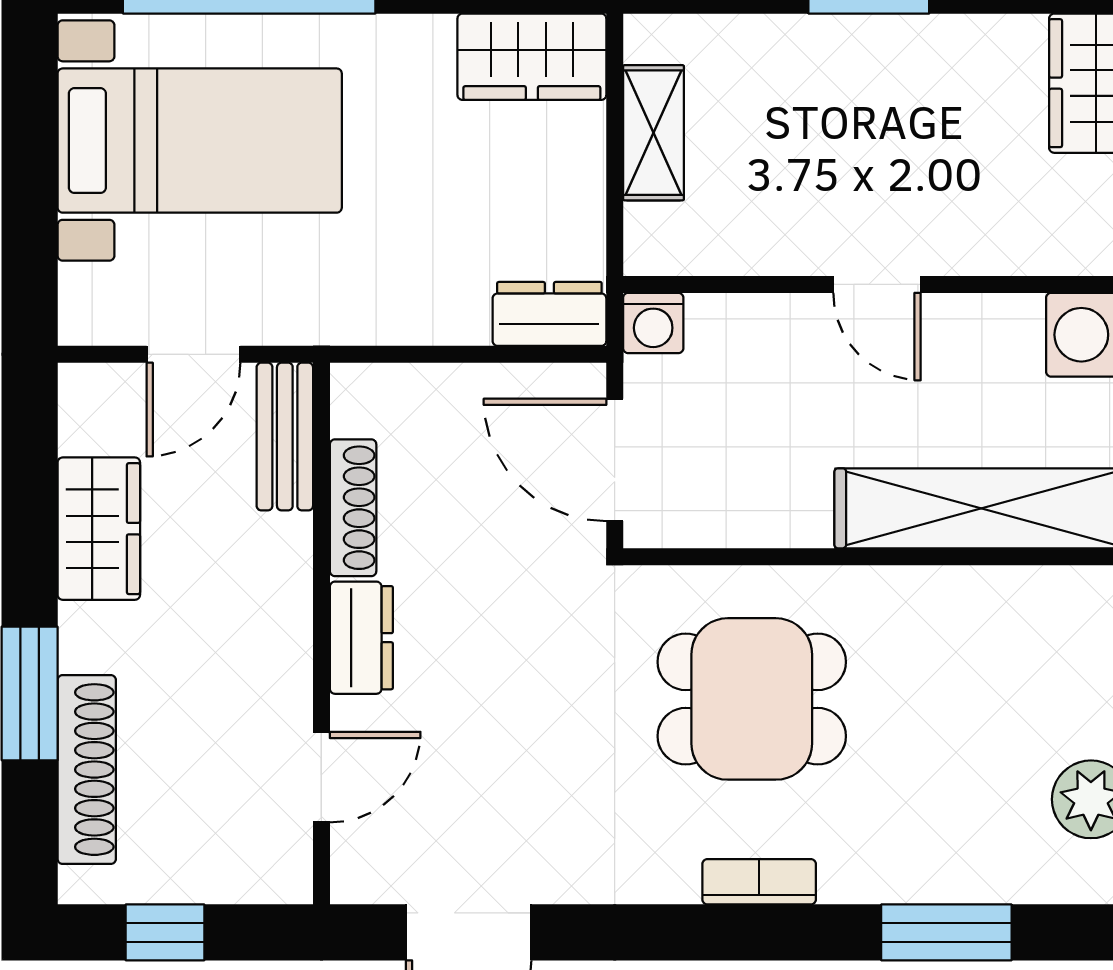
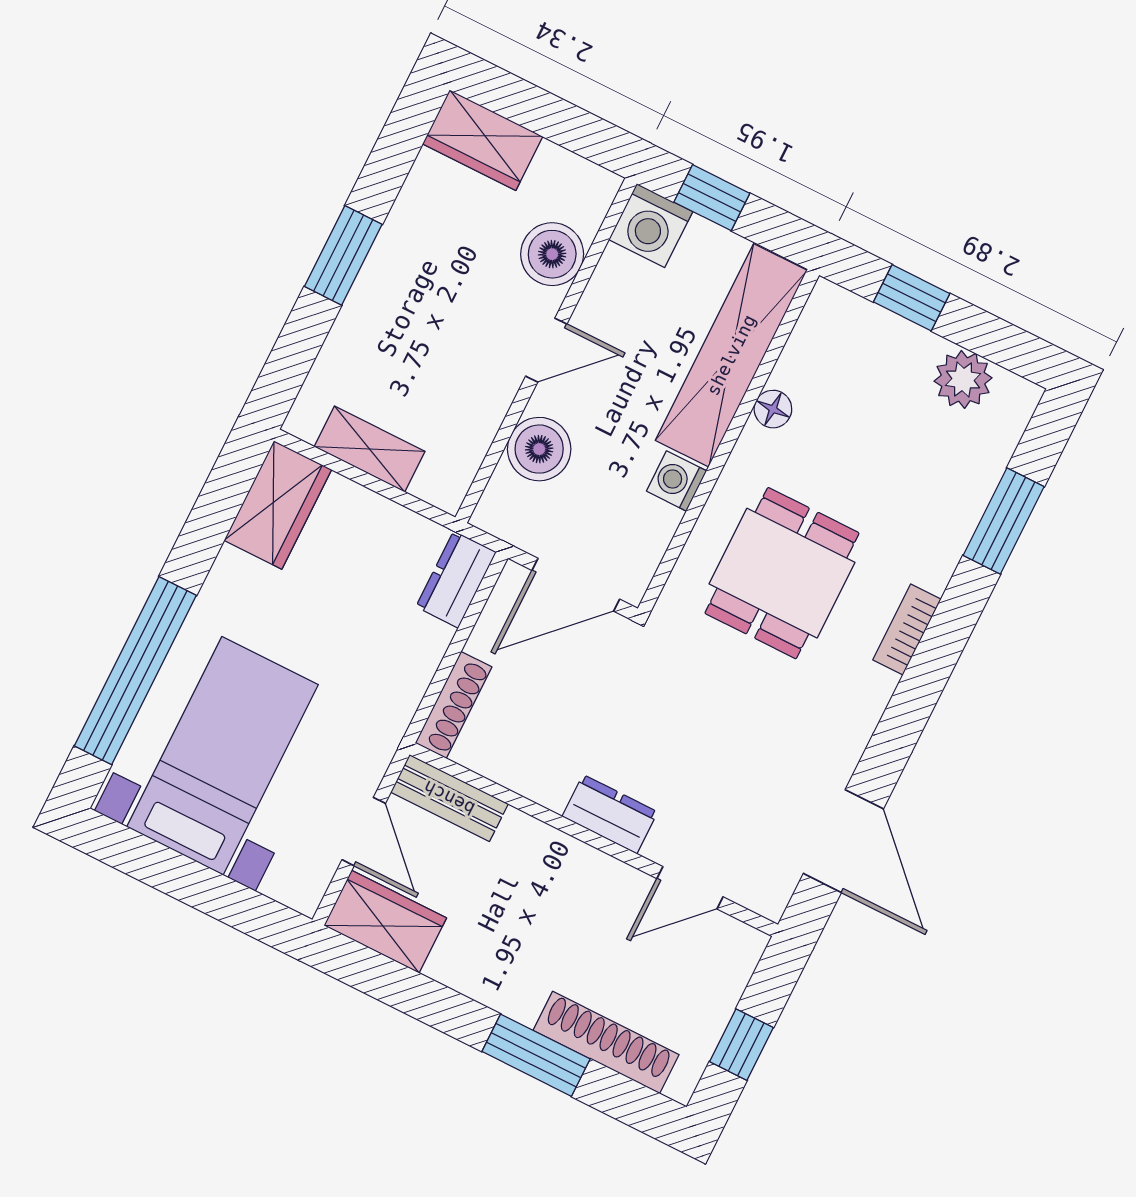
boiler: (995, 234) -> (552, 254), added
washing machine: (653, 323) -> (677, 481), moved, turned 180
boiler: (755, 335) -> (539, 449), added
shoe rack: (353, 508) -> (454, 705), moved, turned 90
wardrobe: (99, 529) -> (385, 922), moved
floor lamp: (942, 590) -> (773, 409), added
door: (321, 777) -> (690, 888), swing flipped

